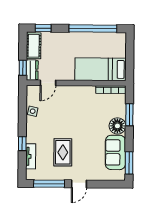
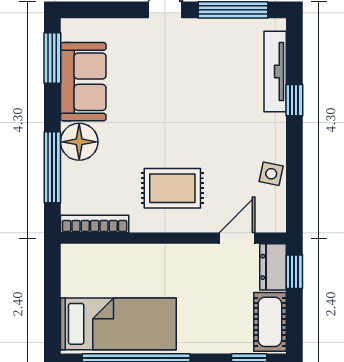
bed: (101, 69) -> (118, 324), moved
window: (129, 115) -> (52, 167), width x1.44
rug: (63, 152) -> (172, 188), moved, turned 90
tv unit: (31, 156) -> (275, 72), width x1.41

